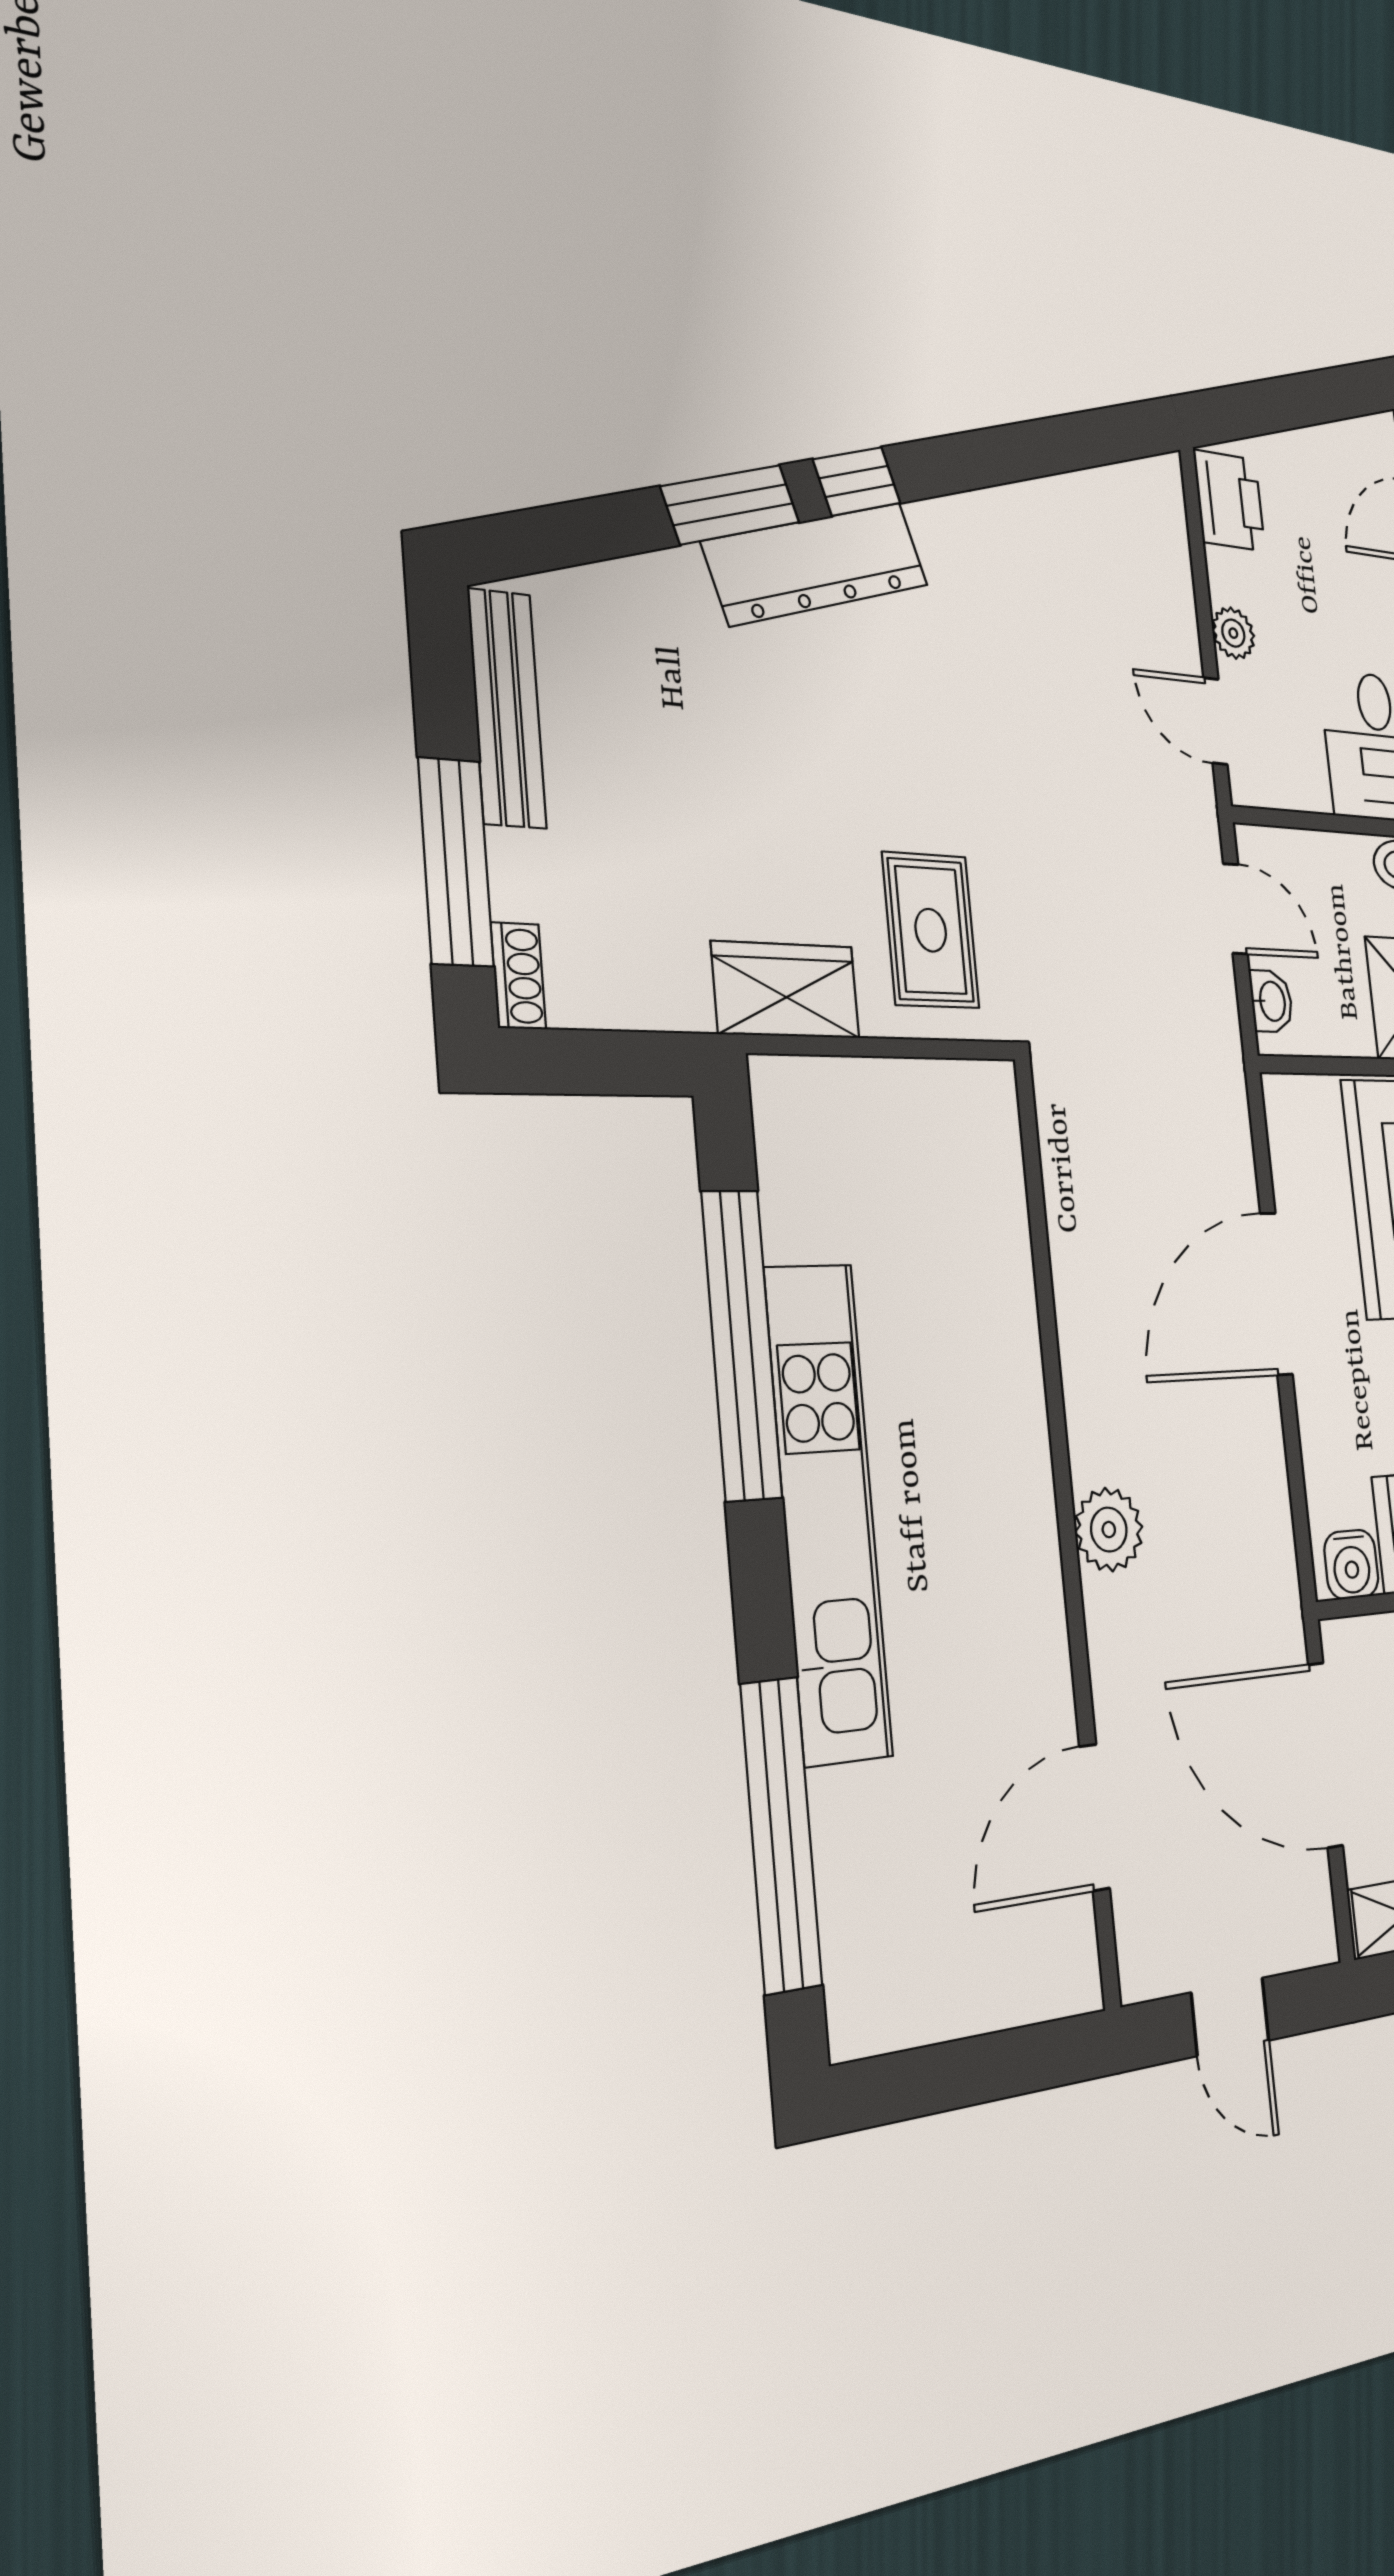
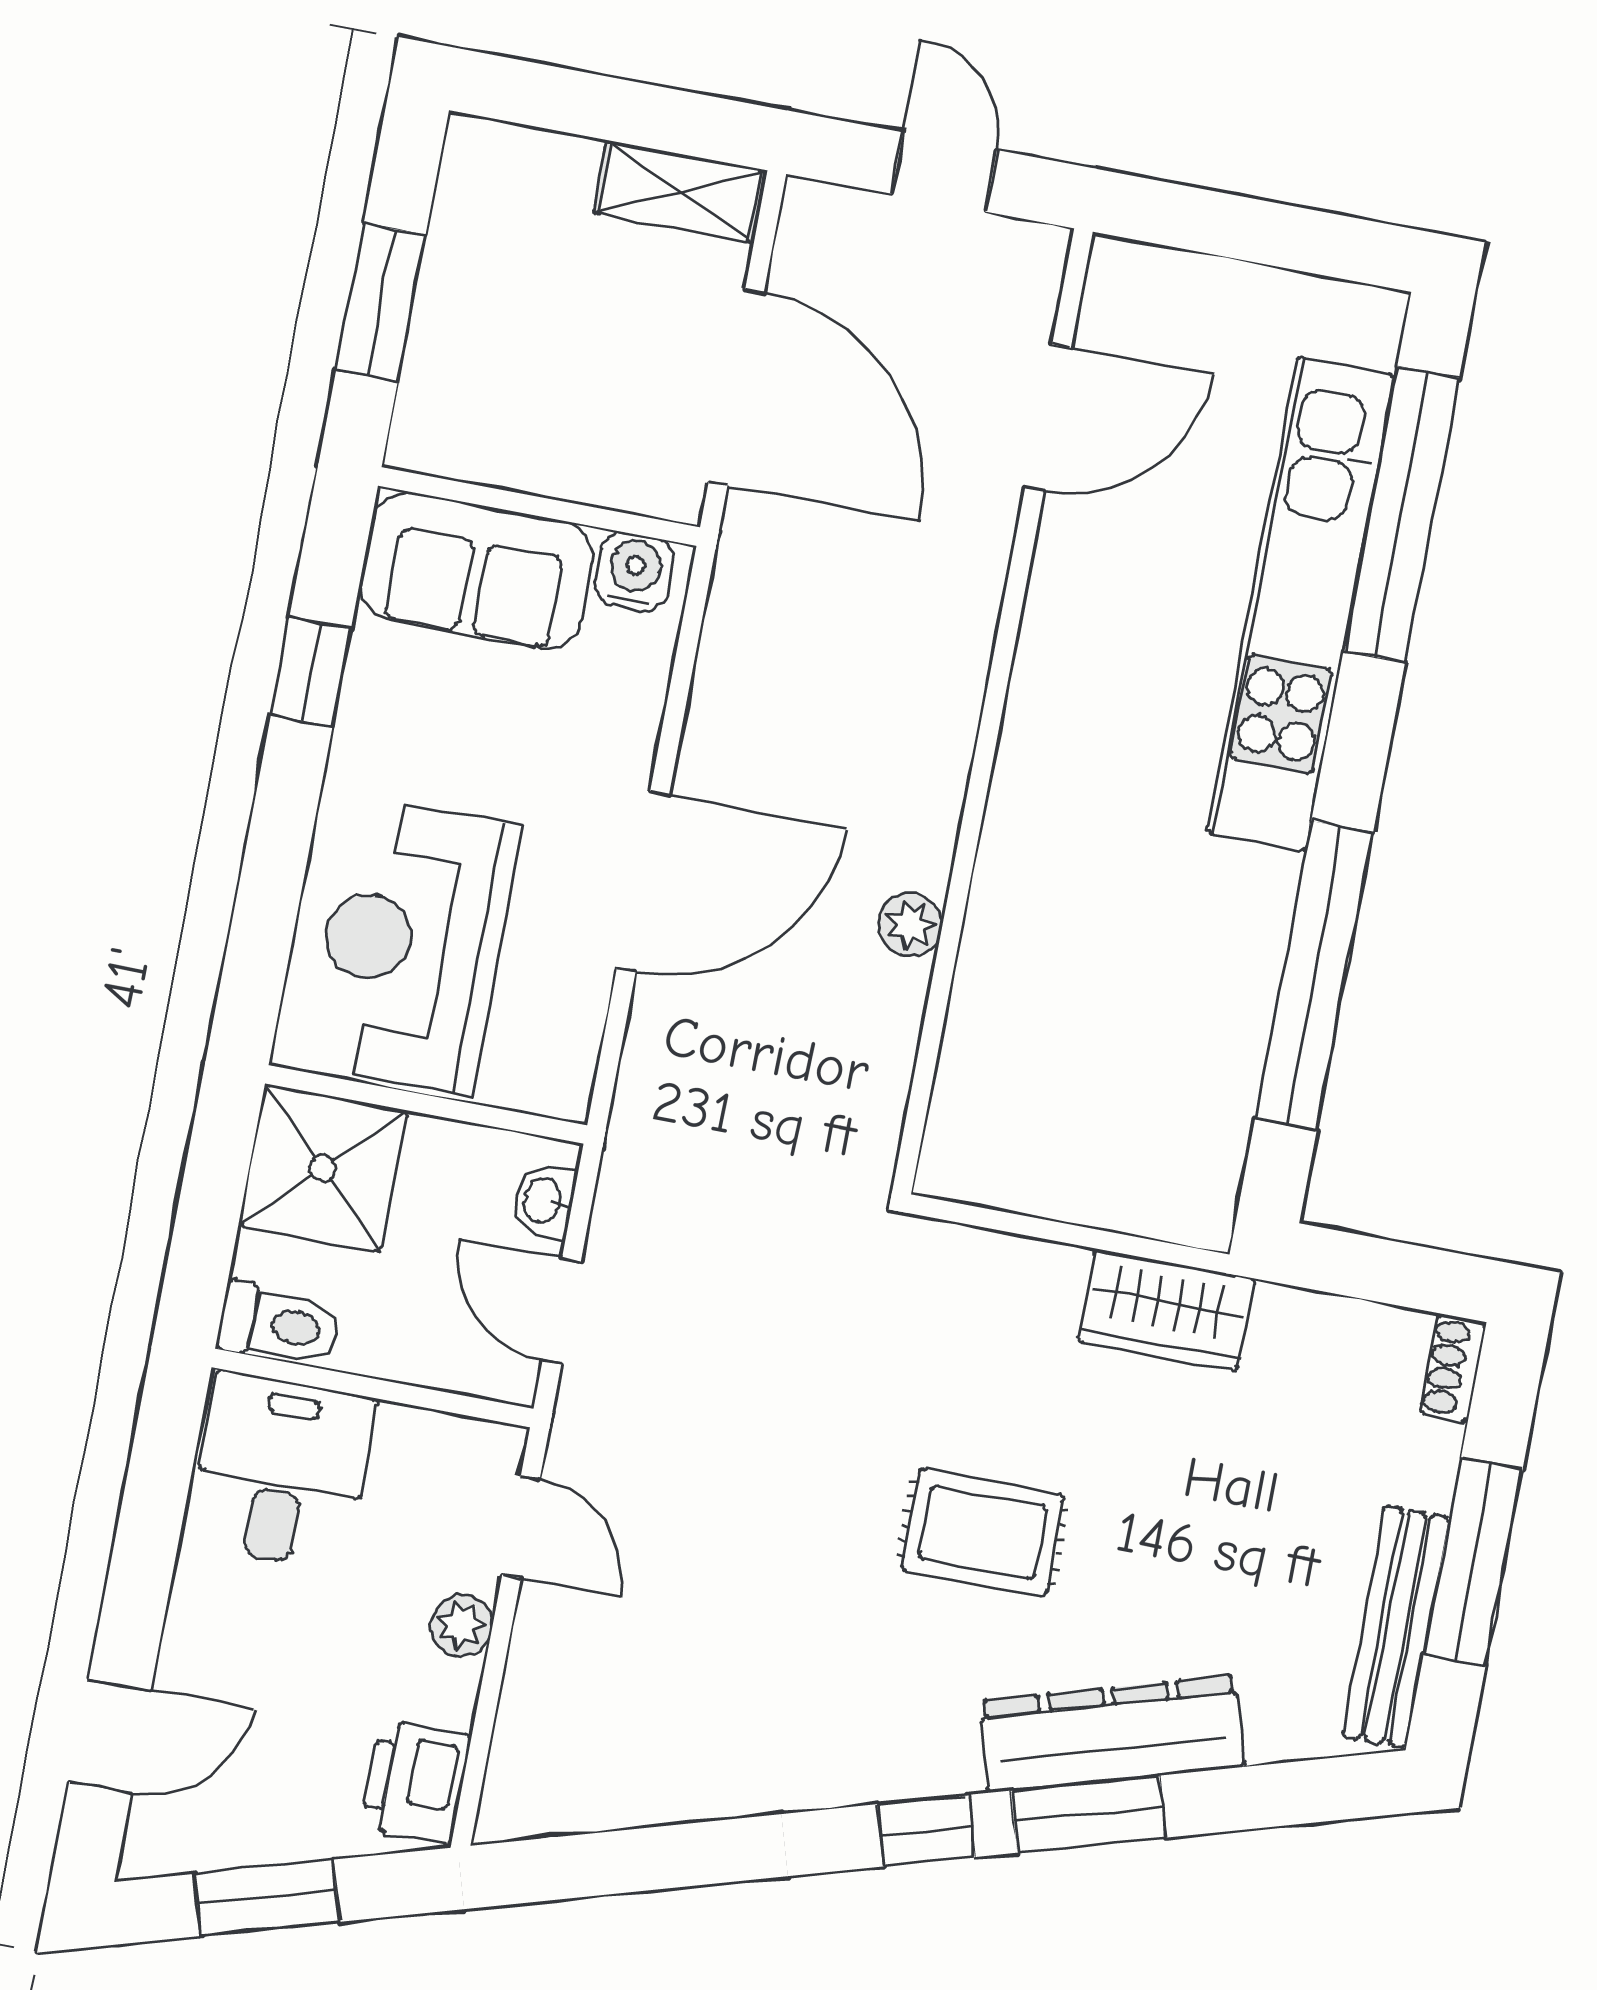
window: (1299, 400) -> (267, 1898), added
dresser: (816, 564) -> (1112, 1734), moved
window: (456, 862) -> (1473, 1562), moved
rug: (931, 930) -> (983, 1532), moved, turned 90
kitchen unit: (828, 1511) -> (1301, 604), moved
plant: (1109, 1530) -> (910, 925), moved, width x0.73, depth x0.73

